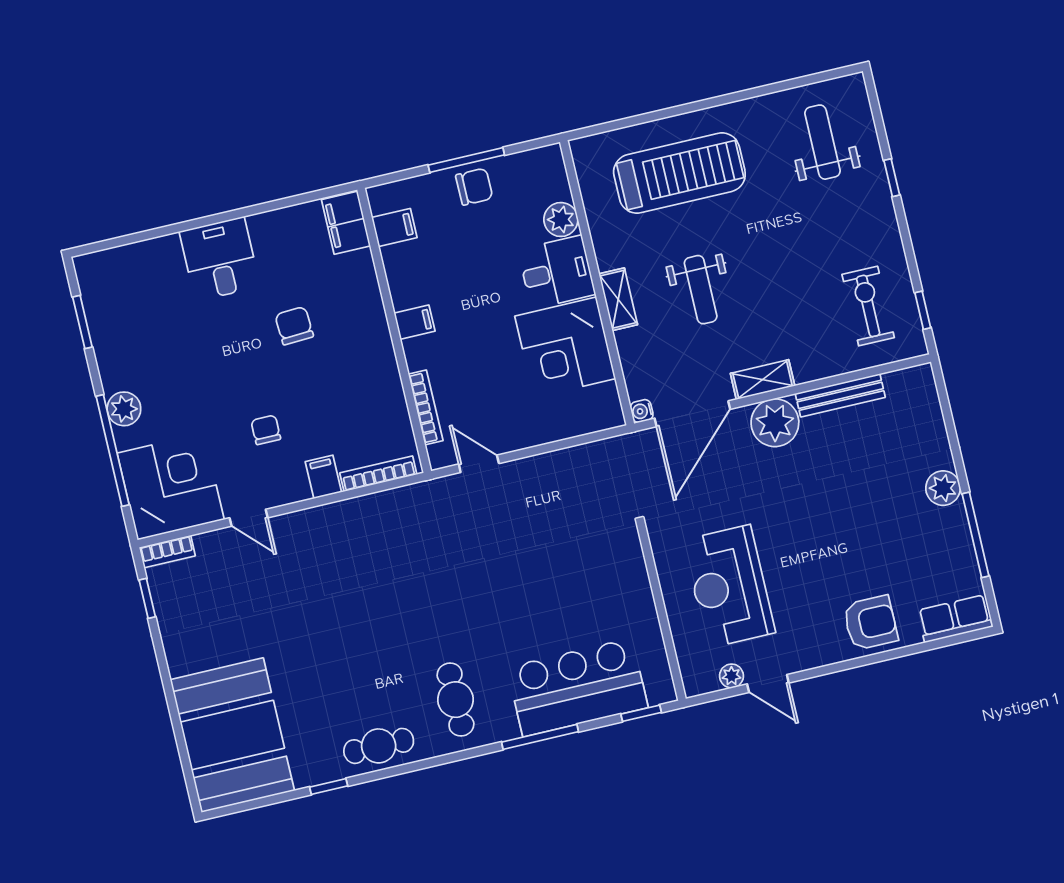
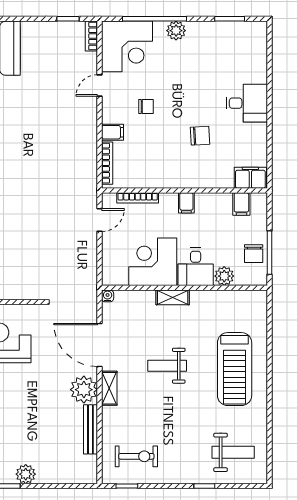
plant: (561, 220) -> (224, 276), moved
desk: (557, 272) -> (196, 267), moved
wall: (597, 283) -> (184, 288), moved
shelving: (618, 299) -> (173, 297), moved
corner desk: (565, 347) -> (153, 262), moved
water cooler: (642, 411) -> (108, 296), moved

